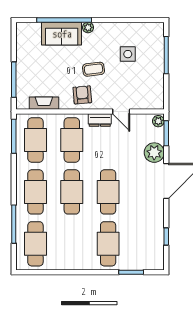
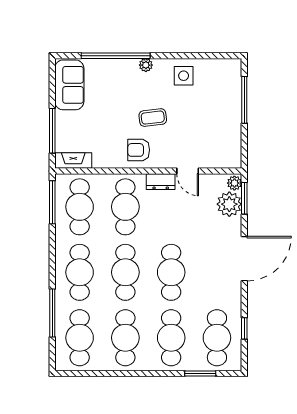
sofa: (62, 34) -> (69, 85), moved, turned -90
side table: (128, 54) -> (184, 76), moved
armchair: (82, 95) -> (139, 150), turned -85
fireplace: (44, 103) -> (73, 160), moved
plant: (154, 153) -> (229, 204), moved
cafe table: (72, 244) -> (125, 338), added
cafe table: (144, 244) -> (217, 338), added

